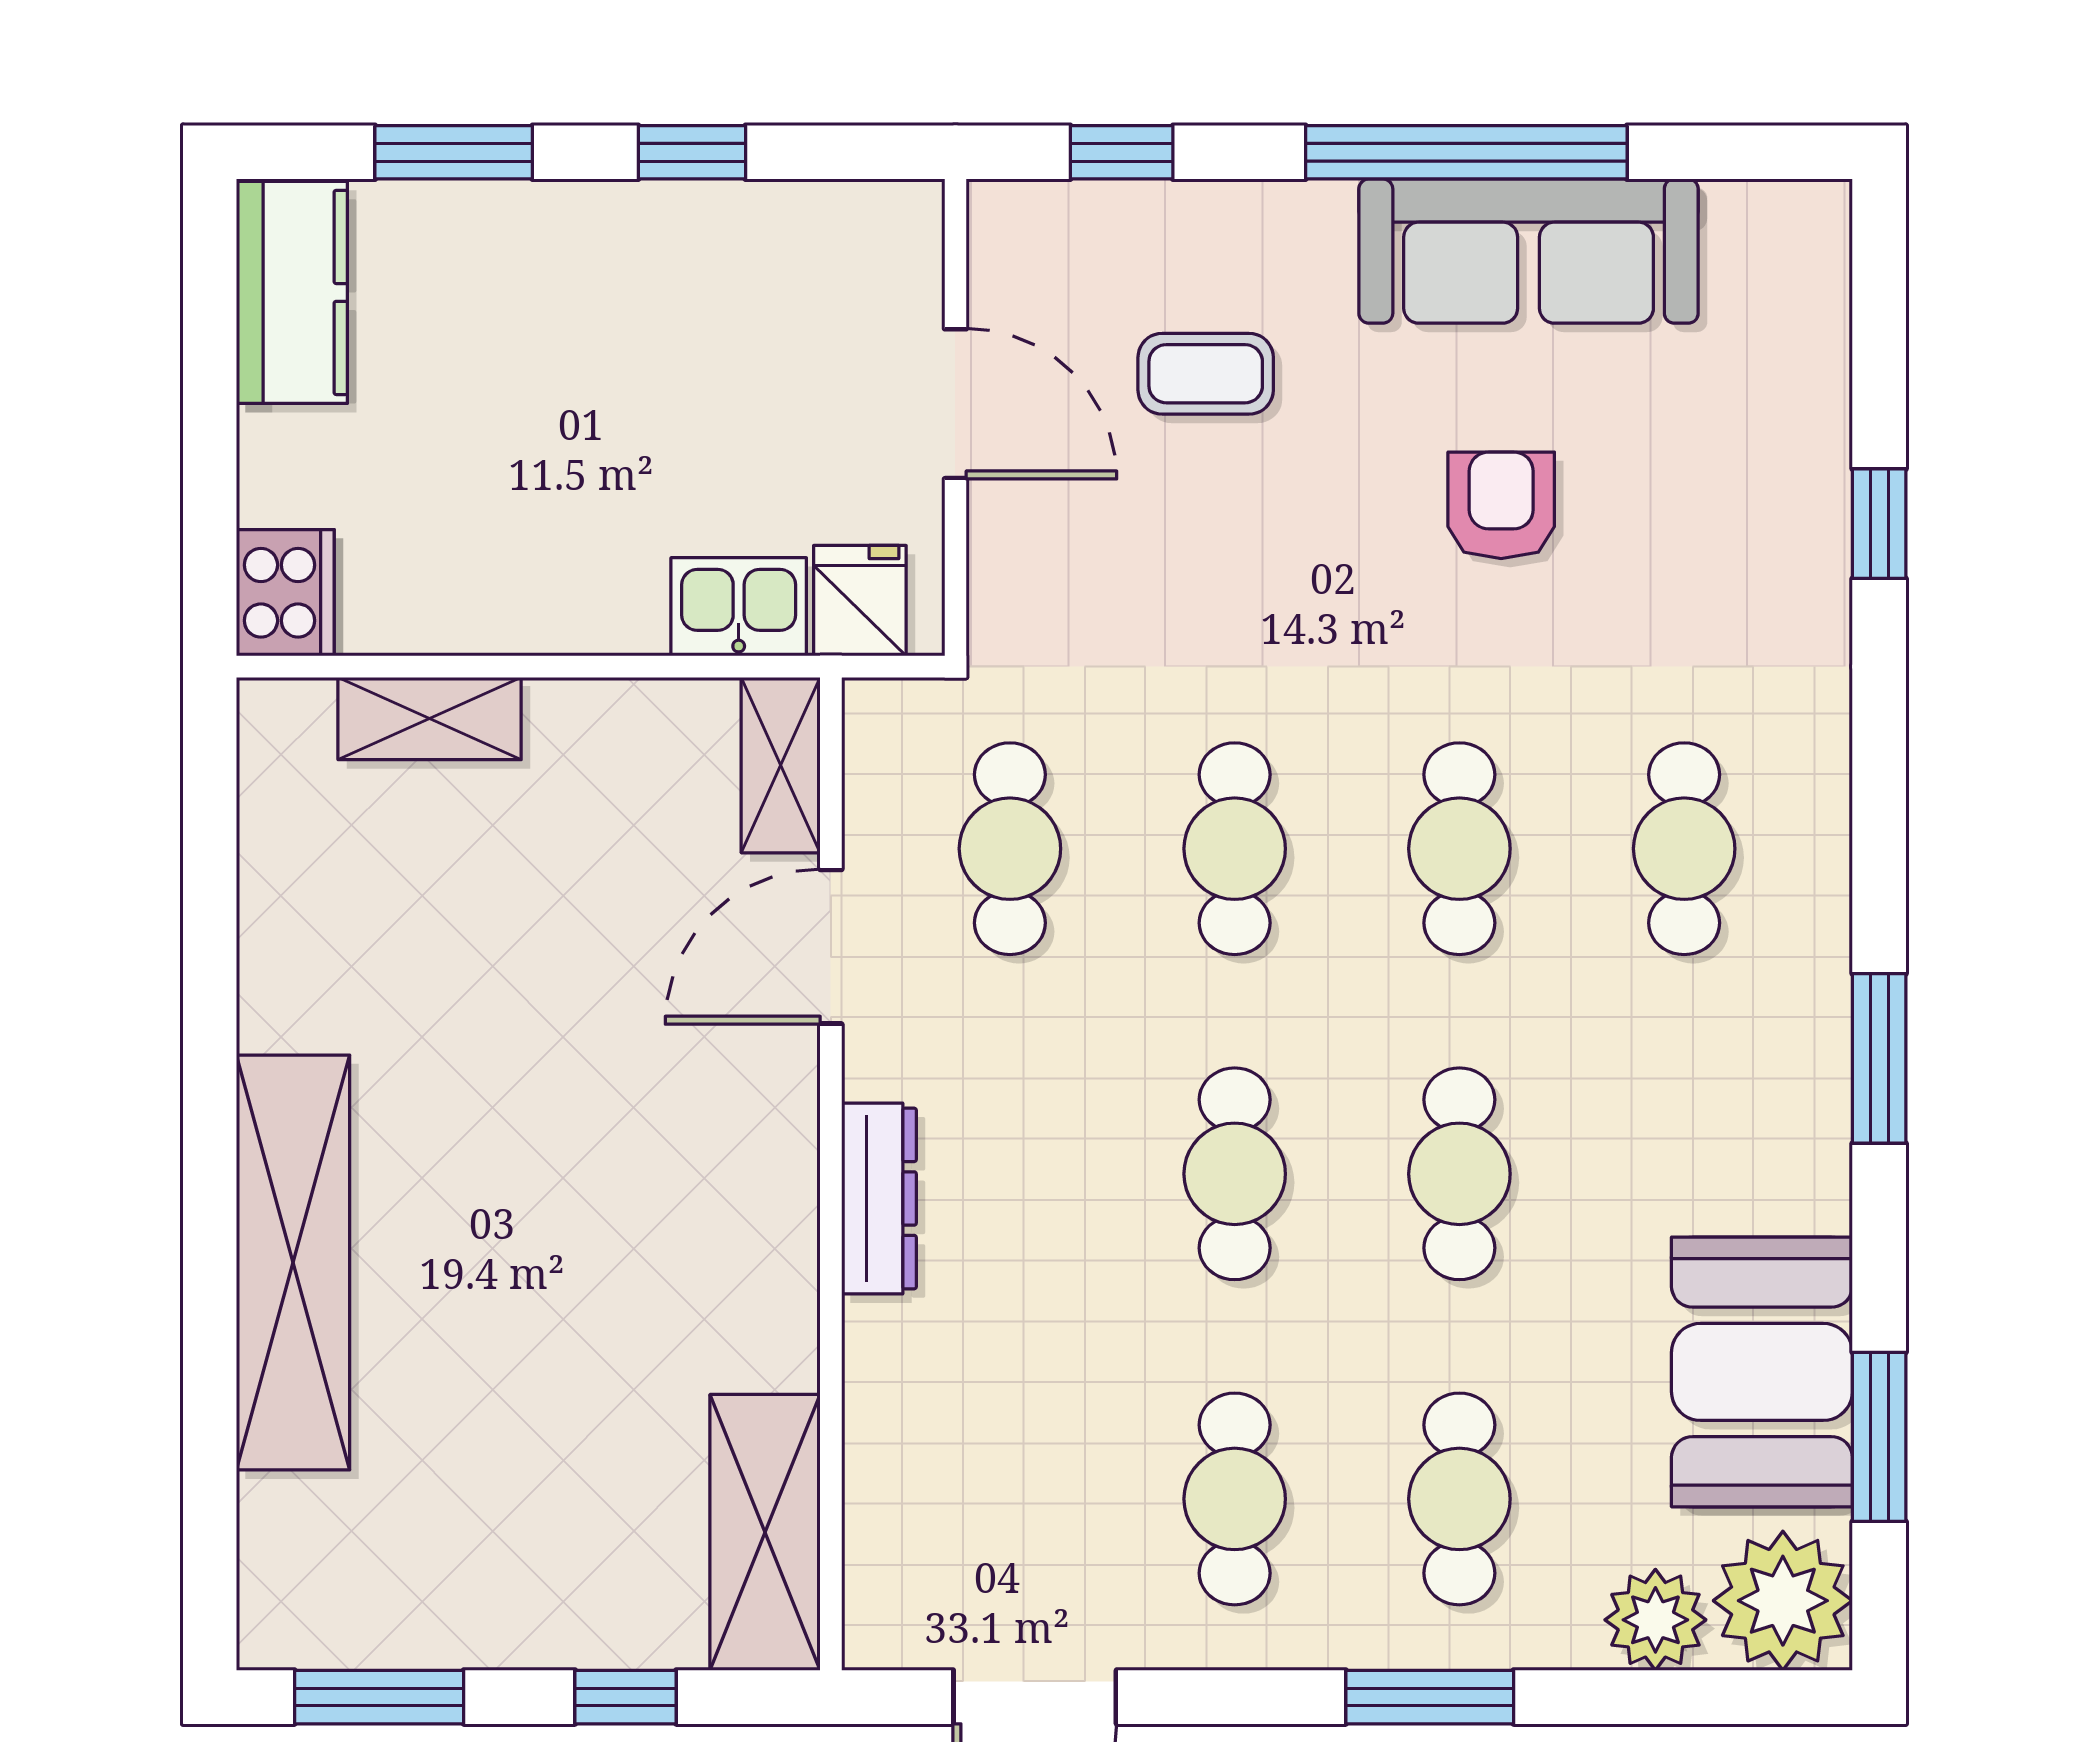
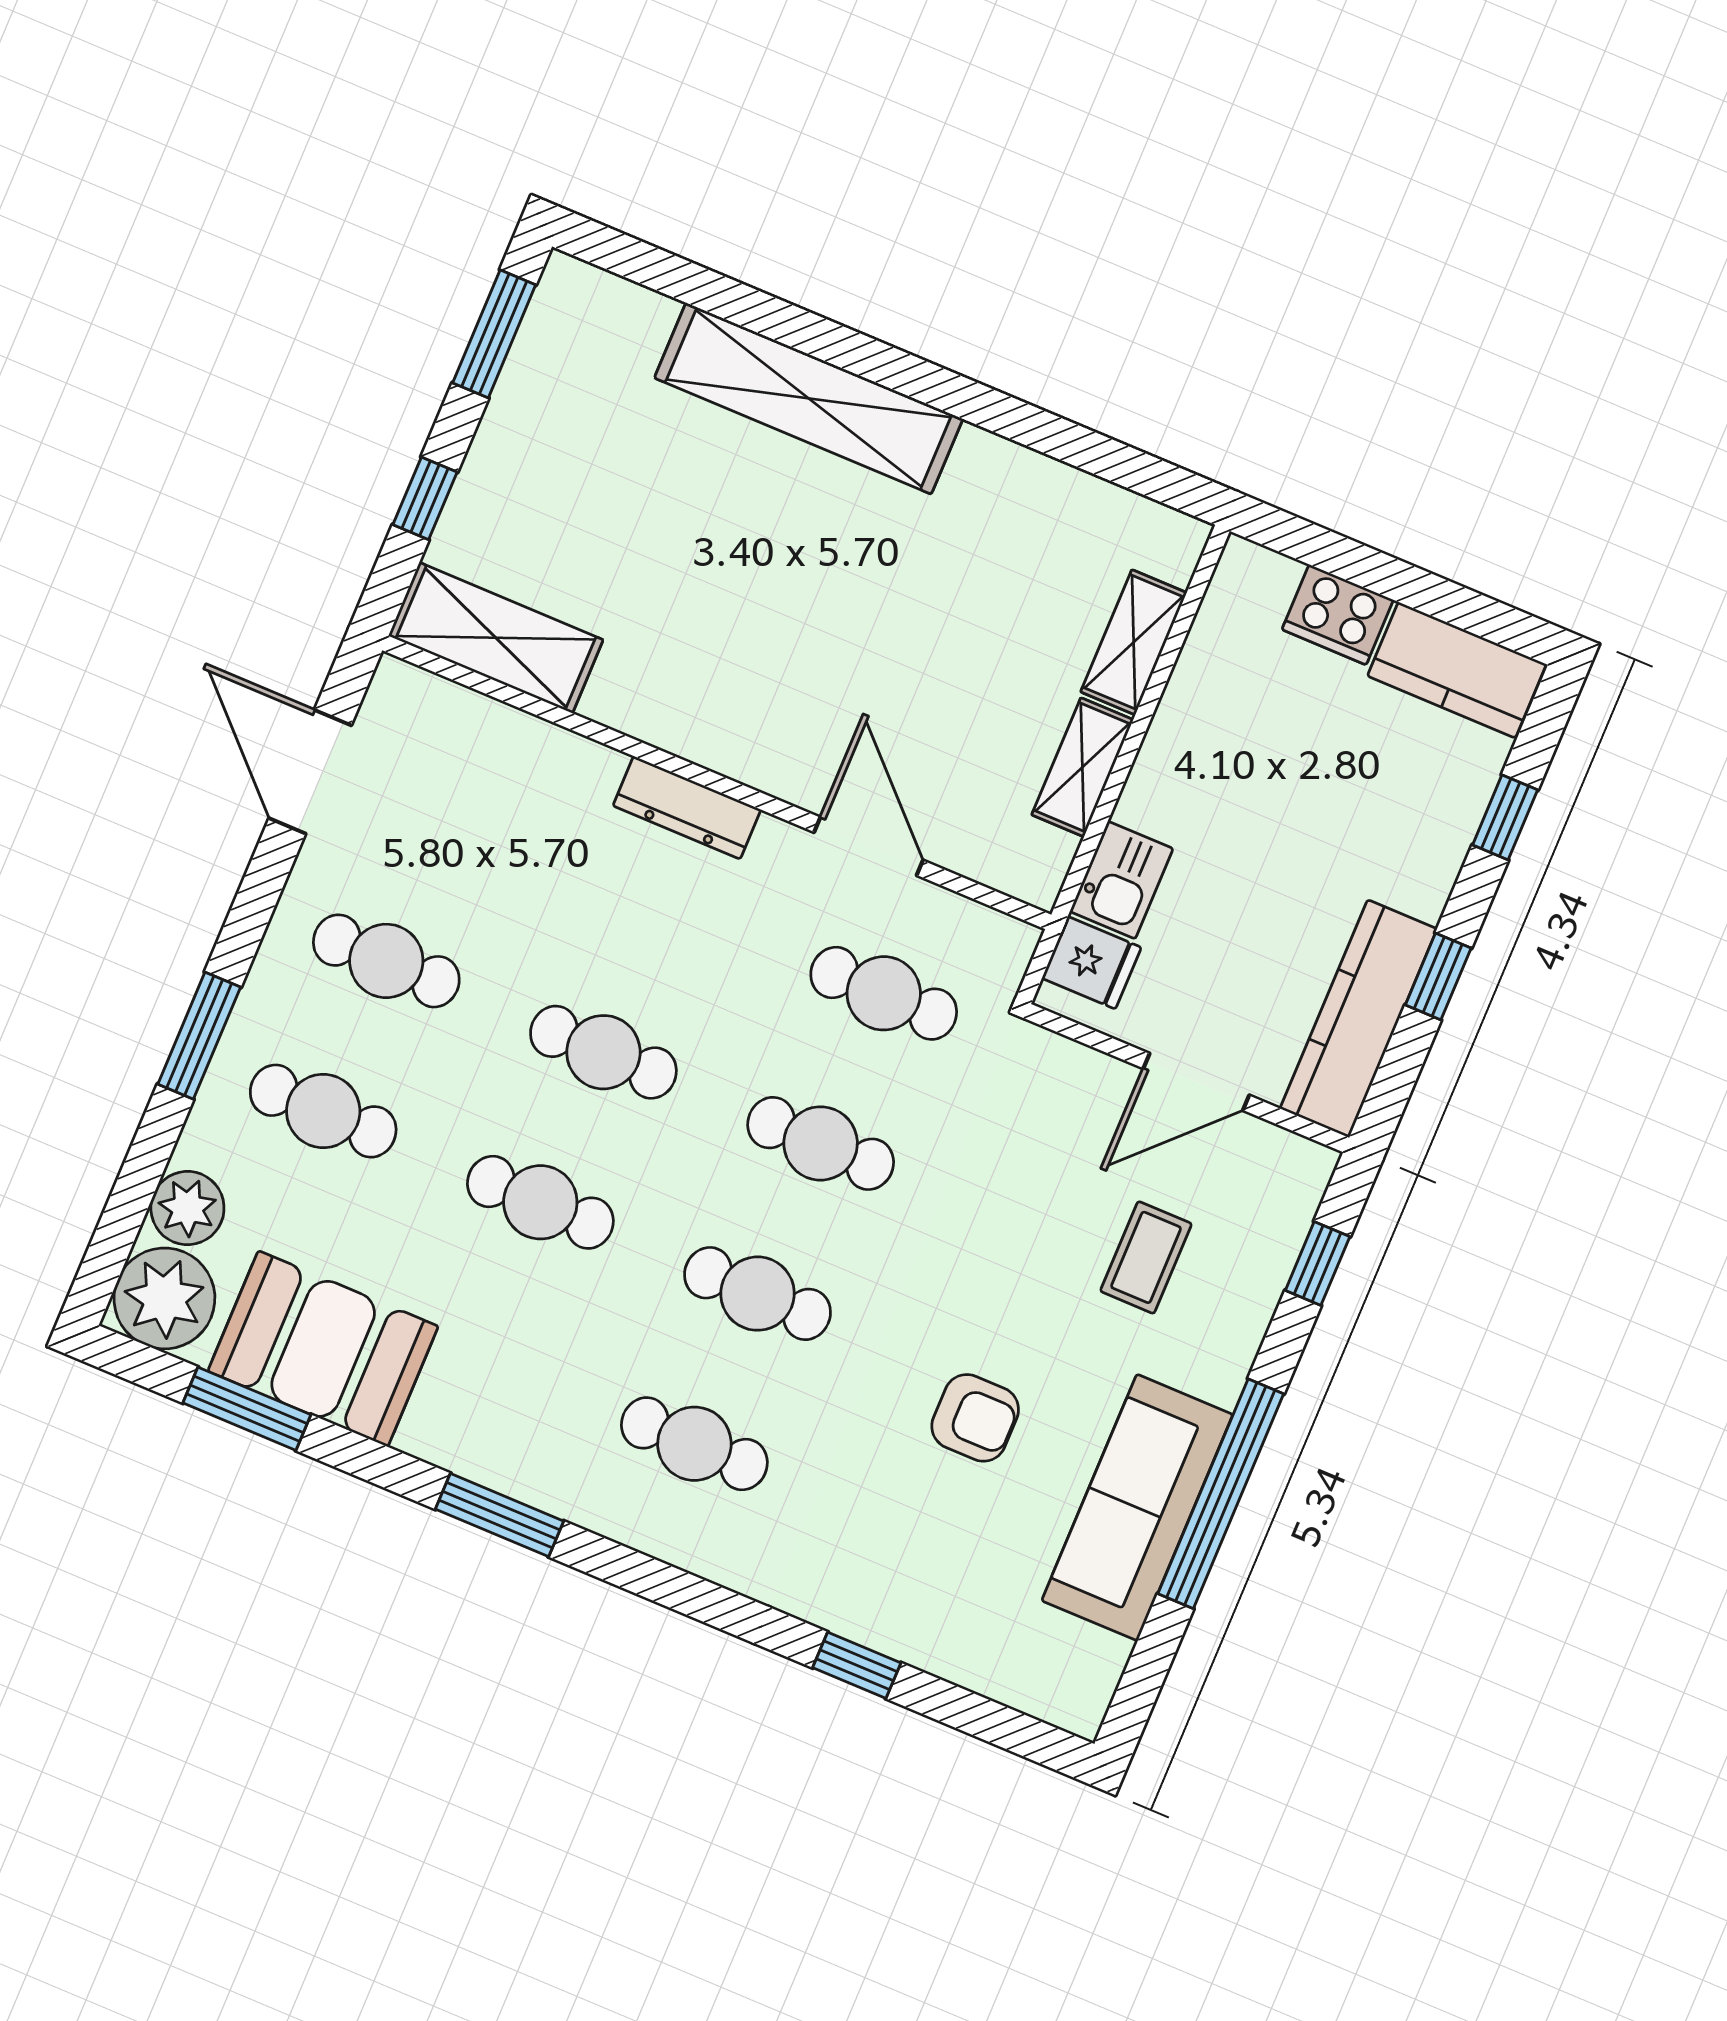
window: (454, 152) -> (1505, 817), width x0.67
kitchen counter: (788, 231) -> (1358, 1019), added
cooker: (285, 593) -> (1338, 615), moved
shelving: (781, 765) -> (1082, 767), moved, turned 90

